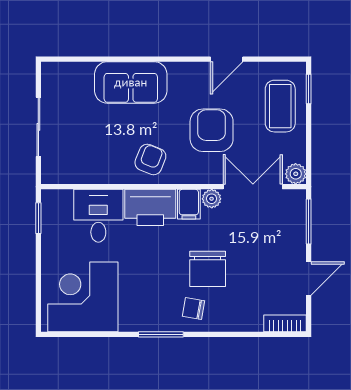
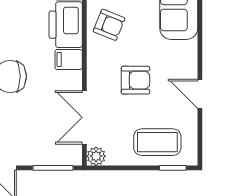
armchair: (212, 130) -> (135, 80), width x0.72, depth x0.72
double door: (253, 187) -> (84, 117), swing flipped
plant: (212, 199) -> (74, 80), removed

